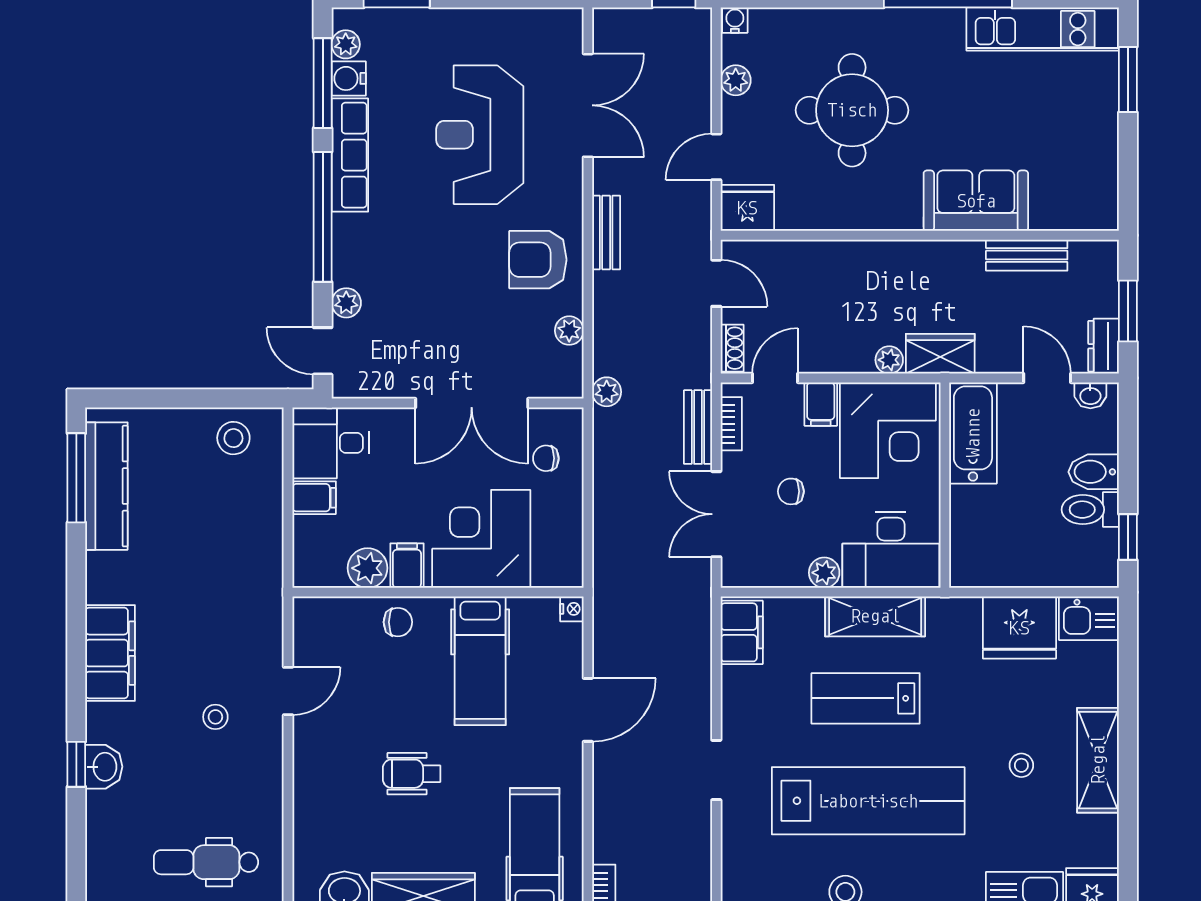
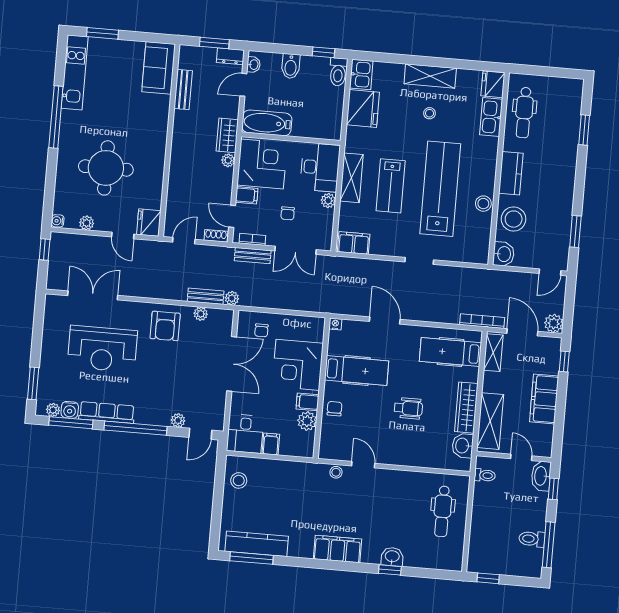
sofa: (976, 201) -> (159, 68), moved
bench: (606, 232) -> (206, 296), moved
toilet: (1090, 510) -> (338, 72), moved
stool: (215, 717) -> (336, 472), moved
wheelchair: (412, 774) -> (408, 408), turned -90

